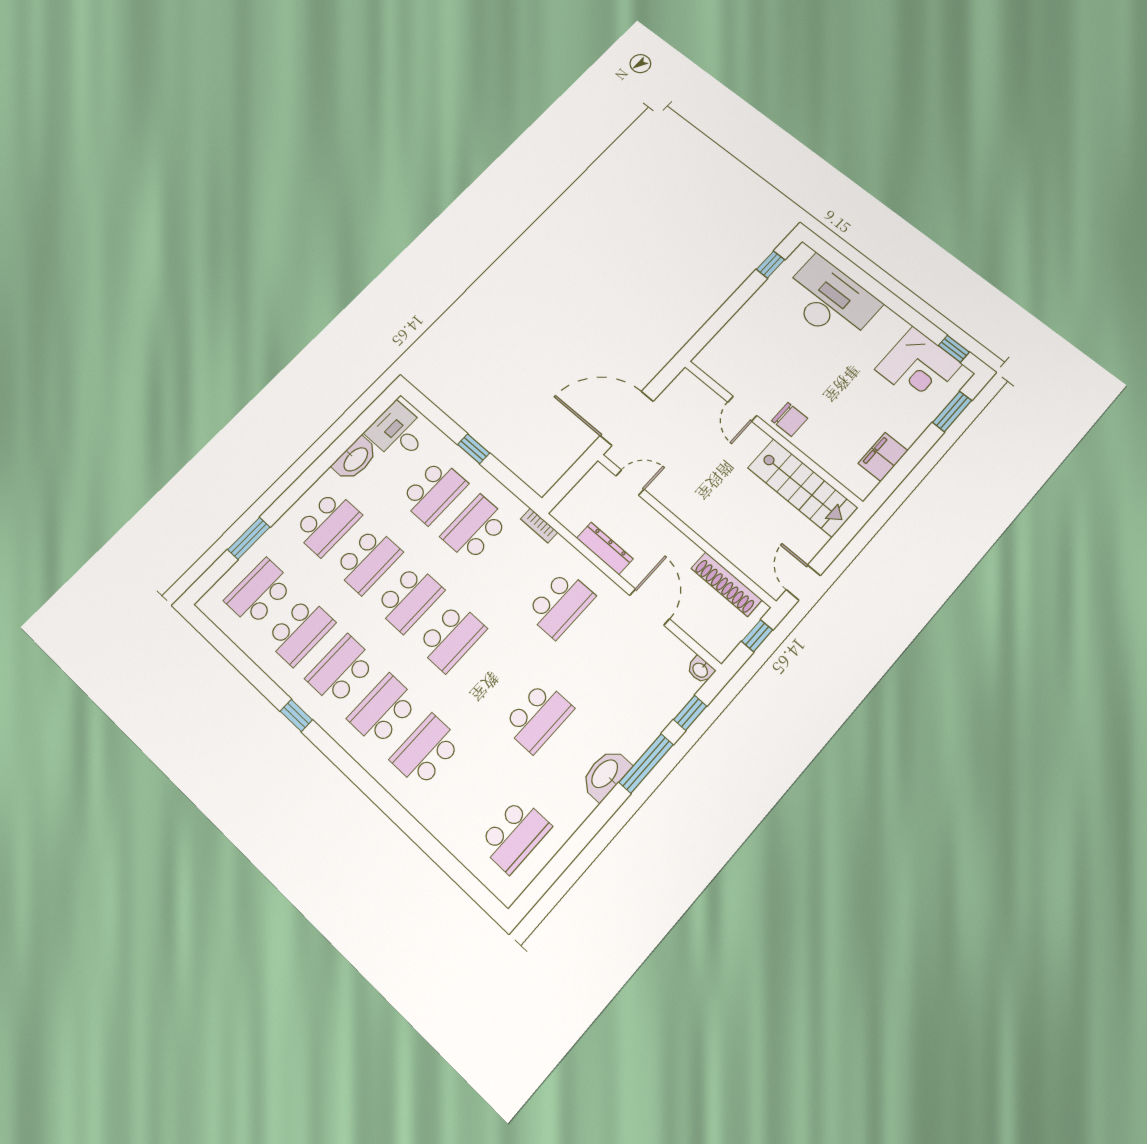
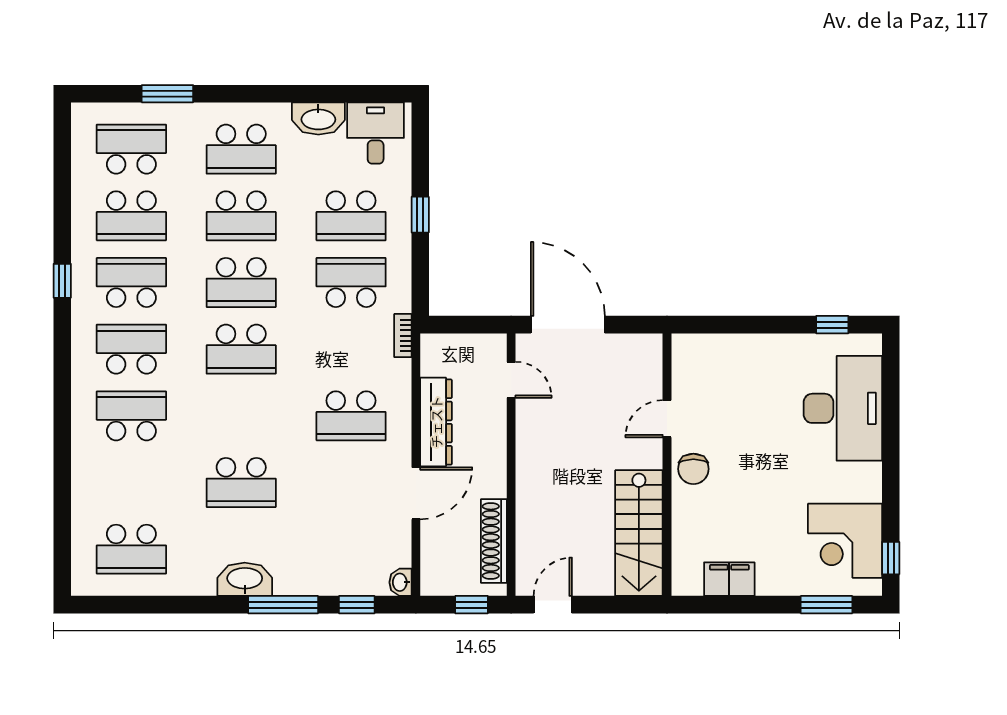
dresser: (605, 548) -> (436, 422), width x1.37, depth x1.24

